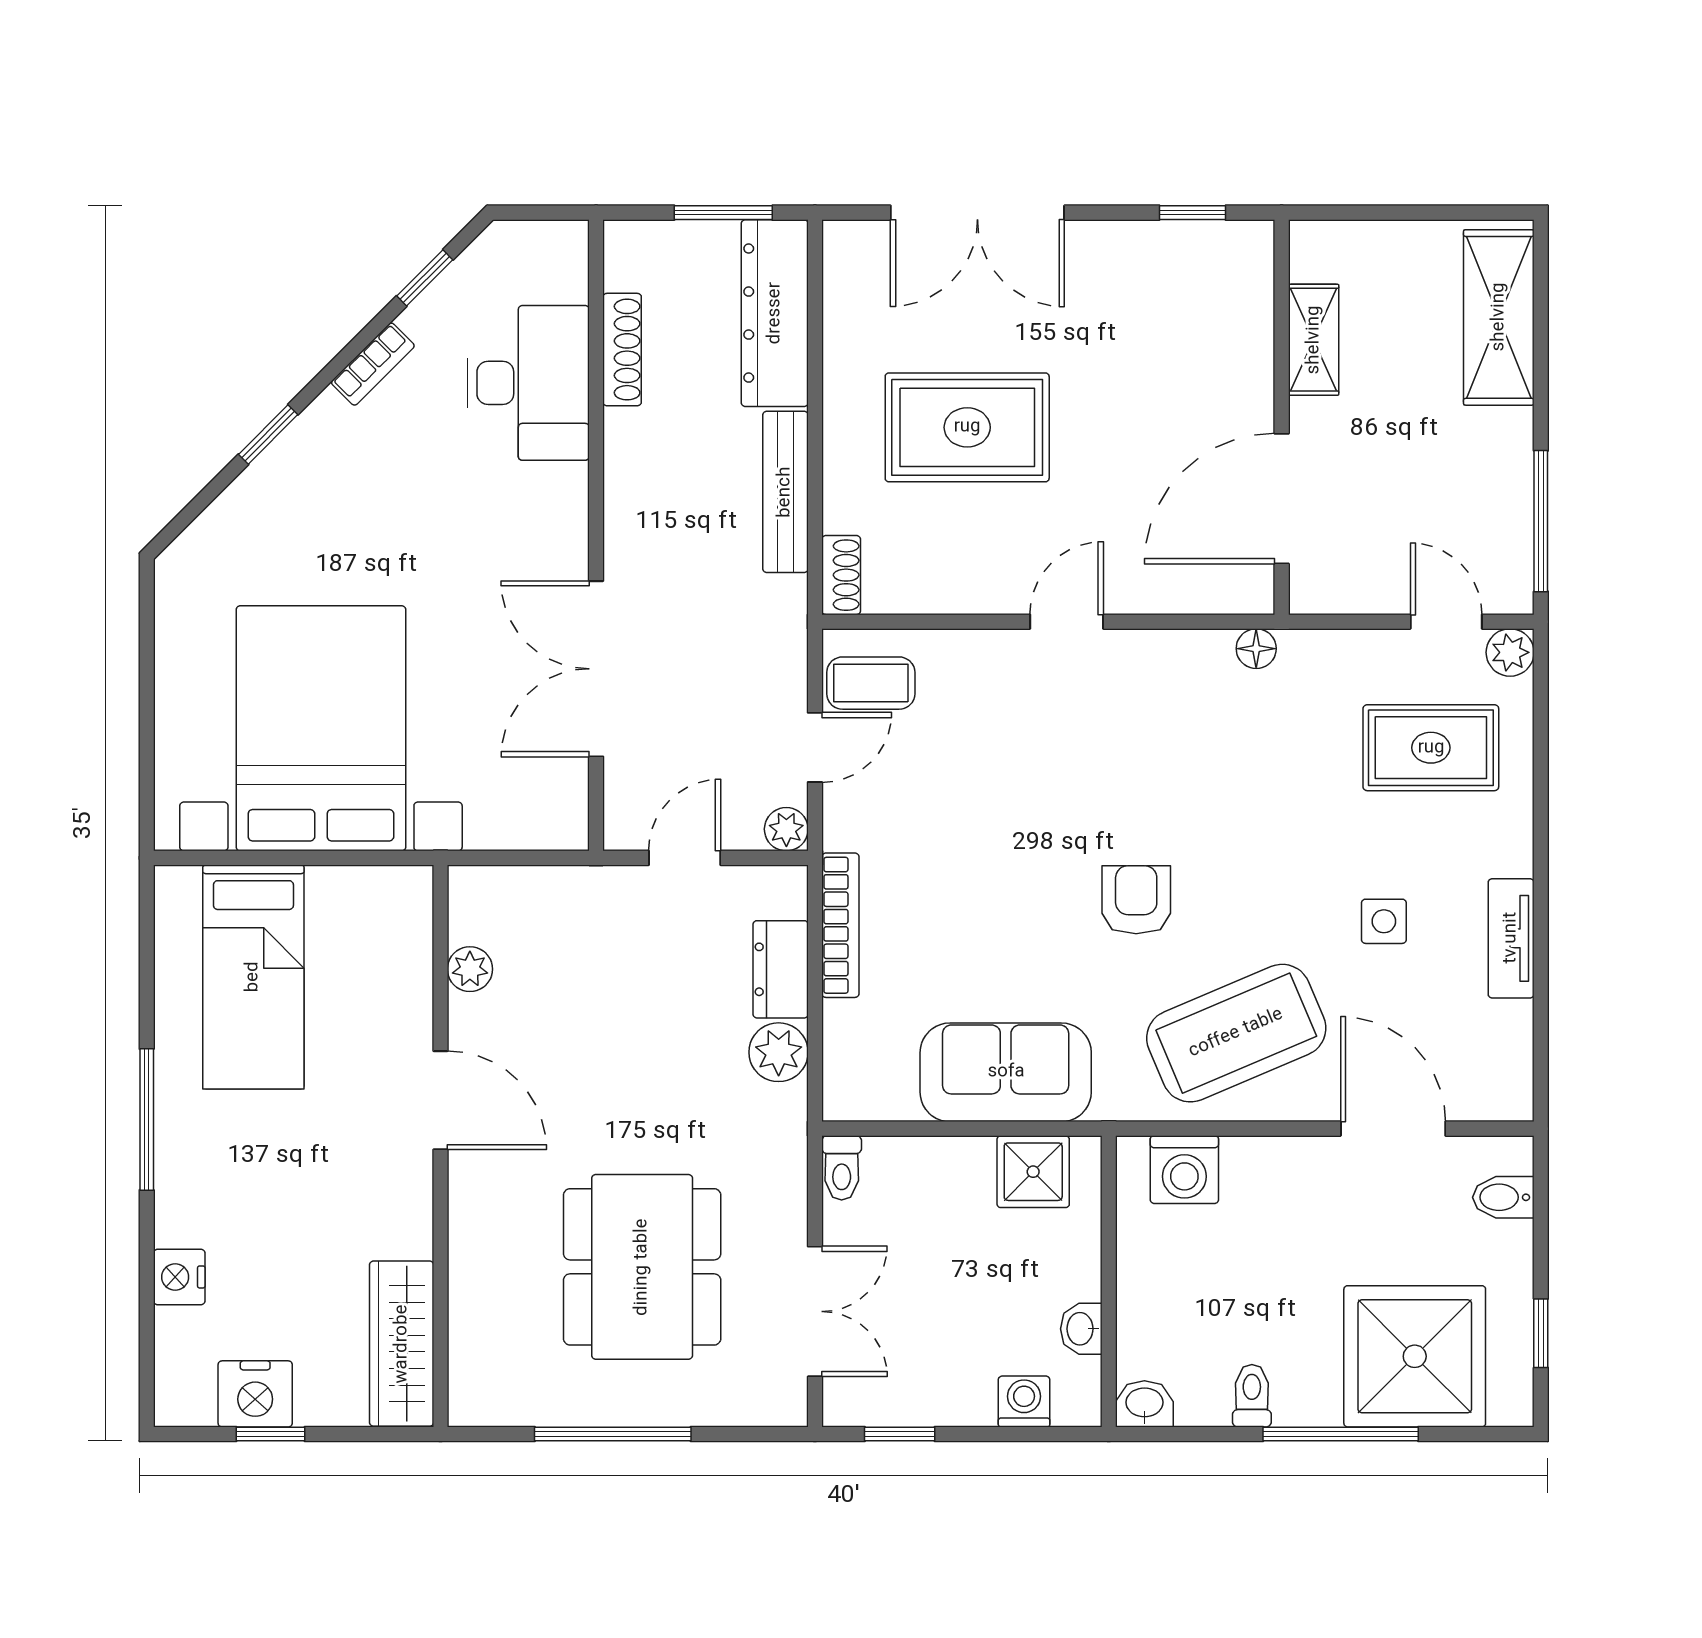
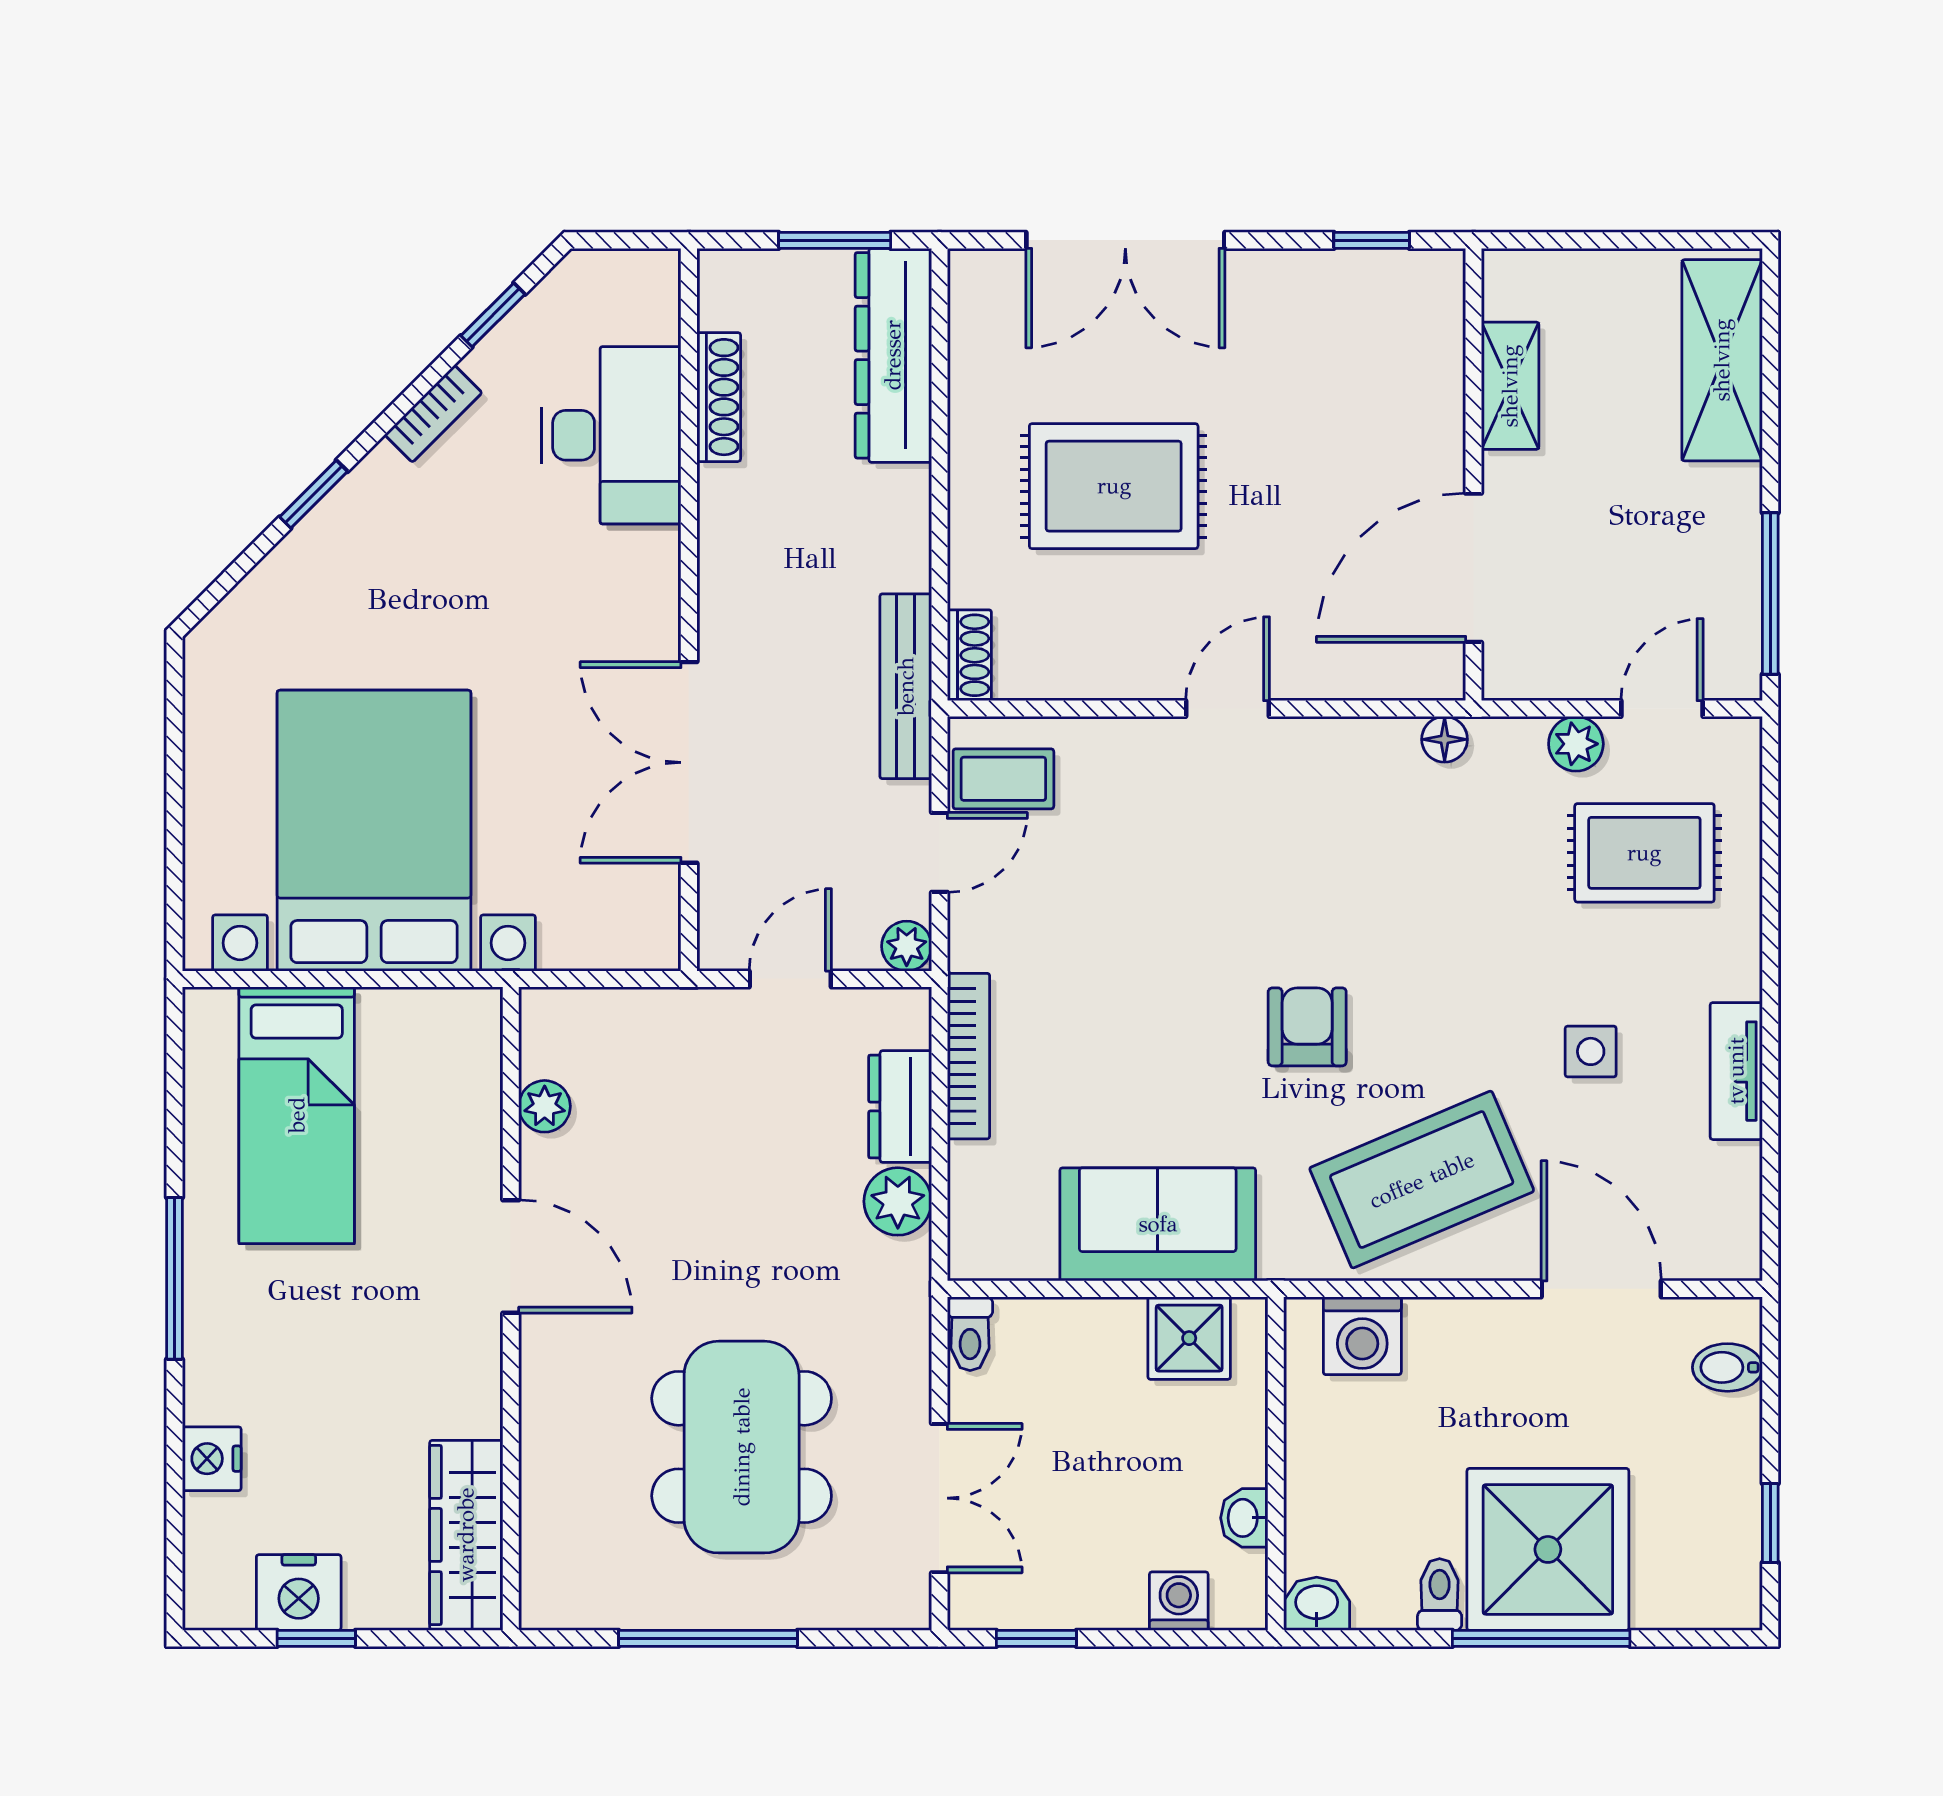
bench: (785, 492) -> (906, 686), moved
door: (1446, 622) -> (1662, 709), hinge flipped
plant: (1510, 652) -> (1576, 744), moved
shower: (1415, 1356) -> (1548, 1549), moved

